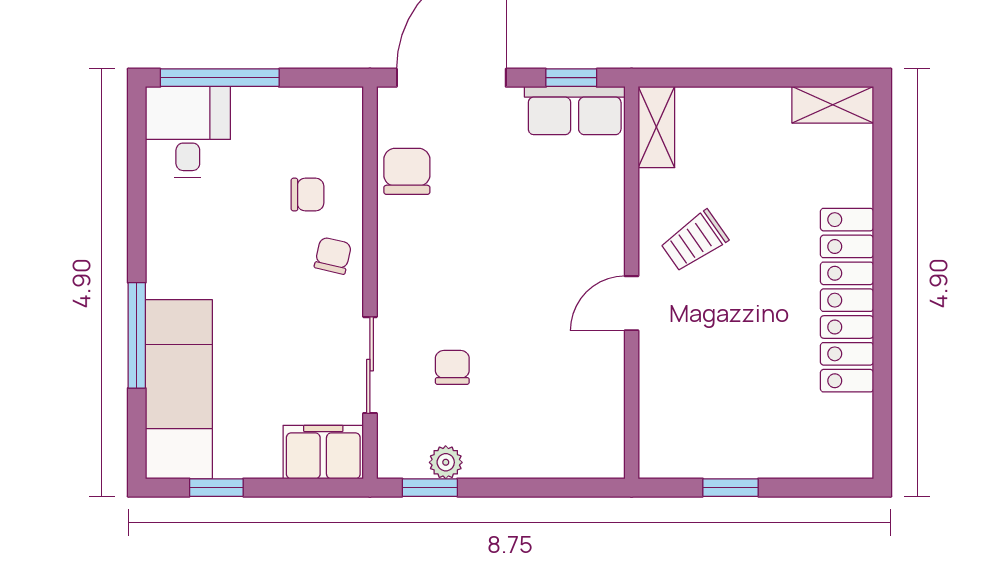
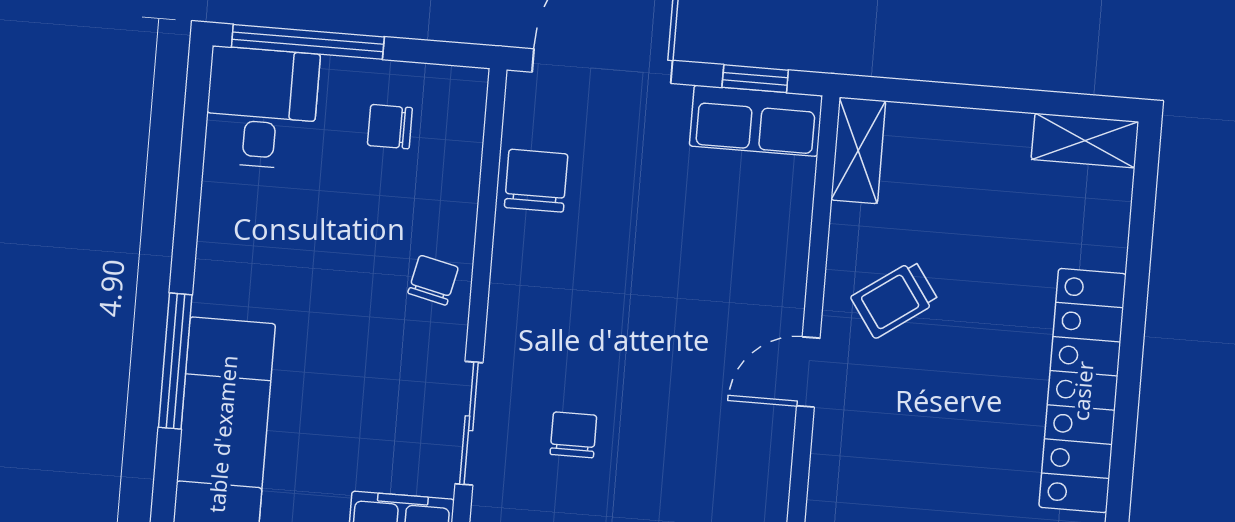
chair: (308, 195) -> (390, 127), moved, turned 180

